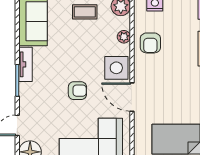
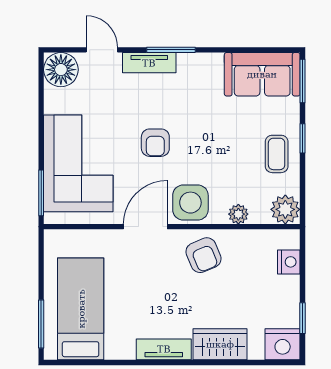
armchair: (150, 43) -> (204, 255), moved, turned -113
tv unit: (25, 64) -> (149, 63), moved

